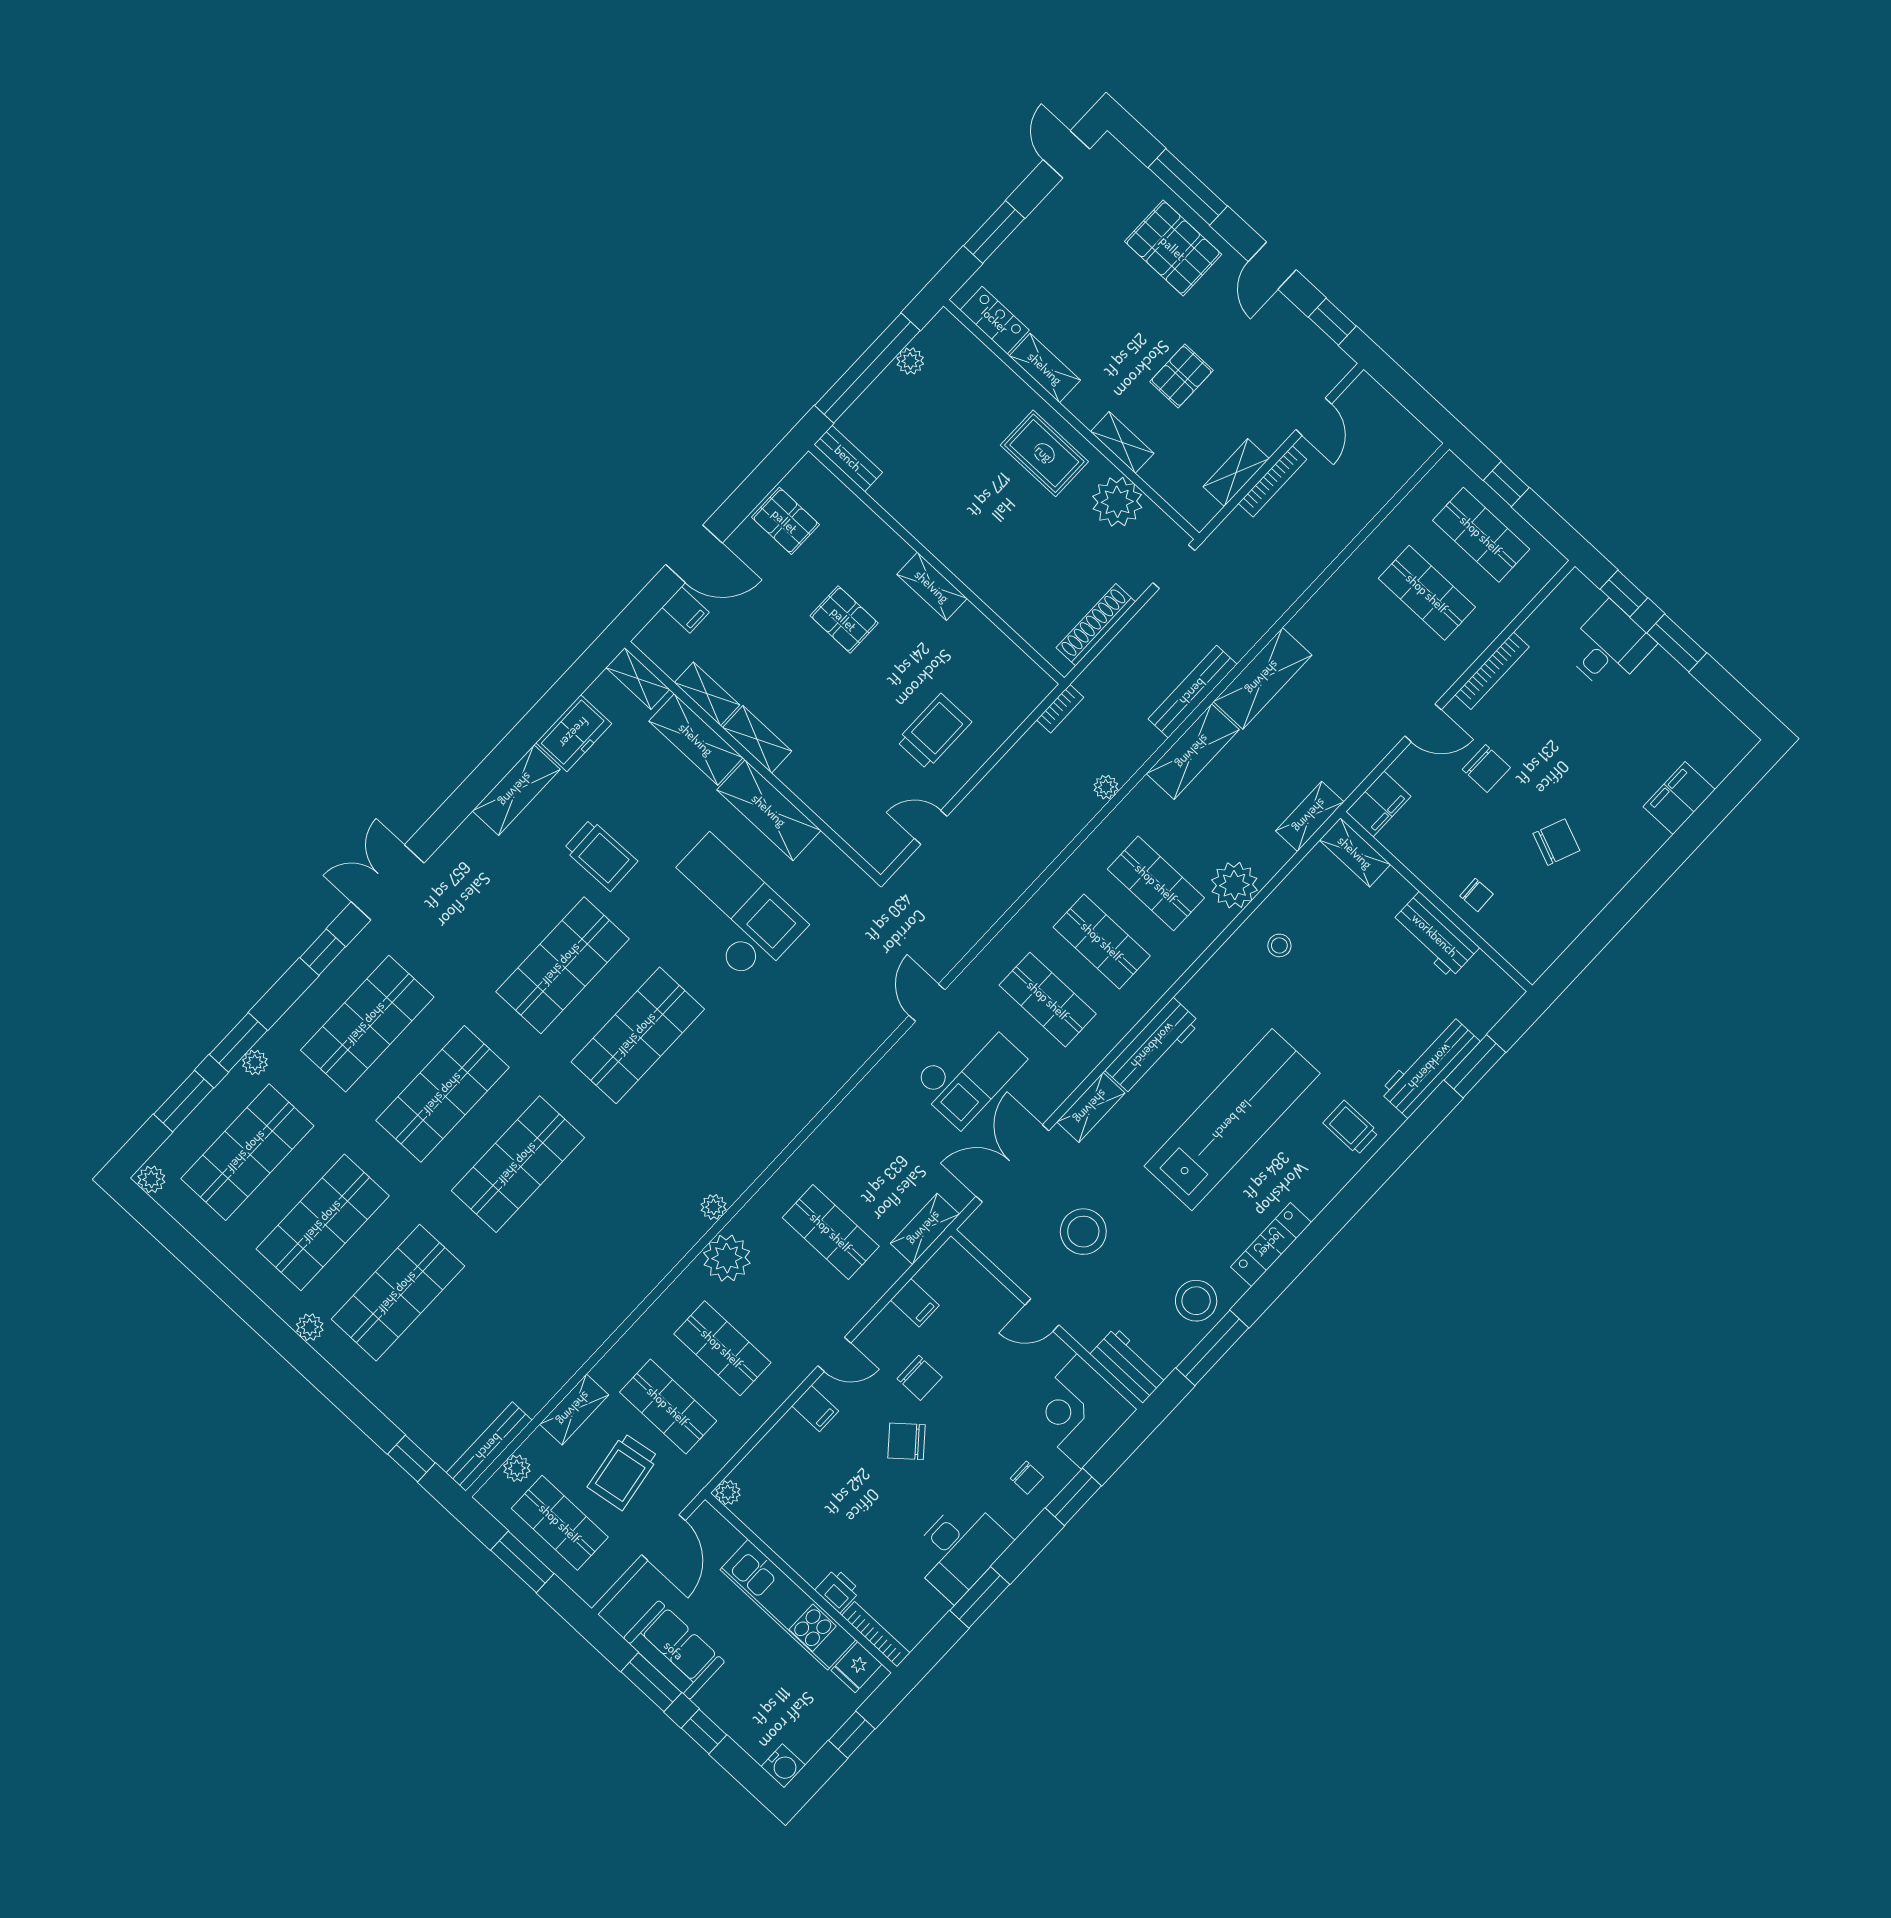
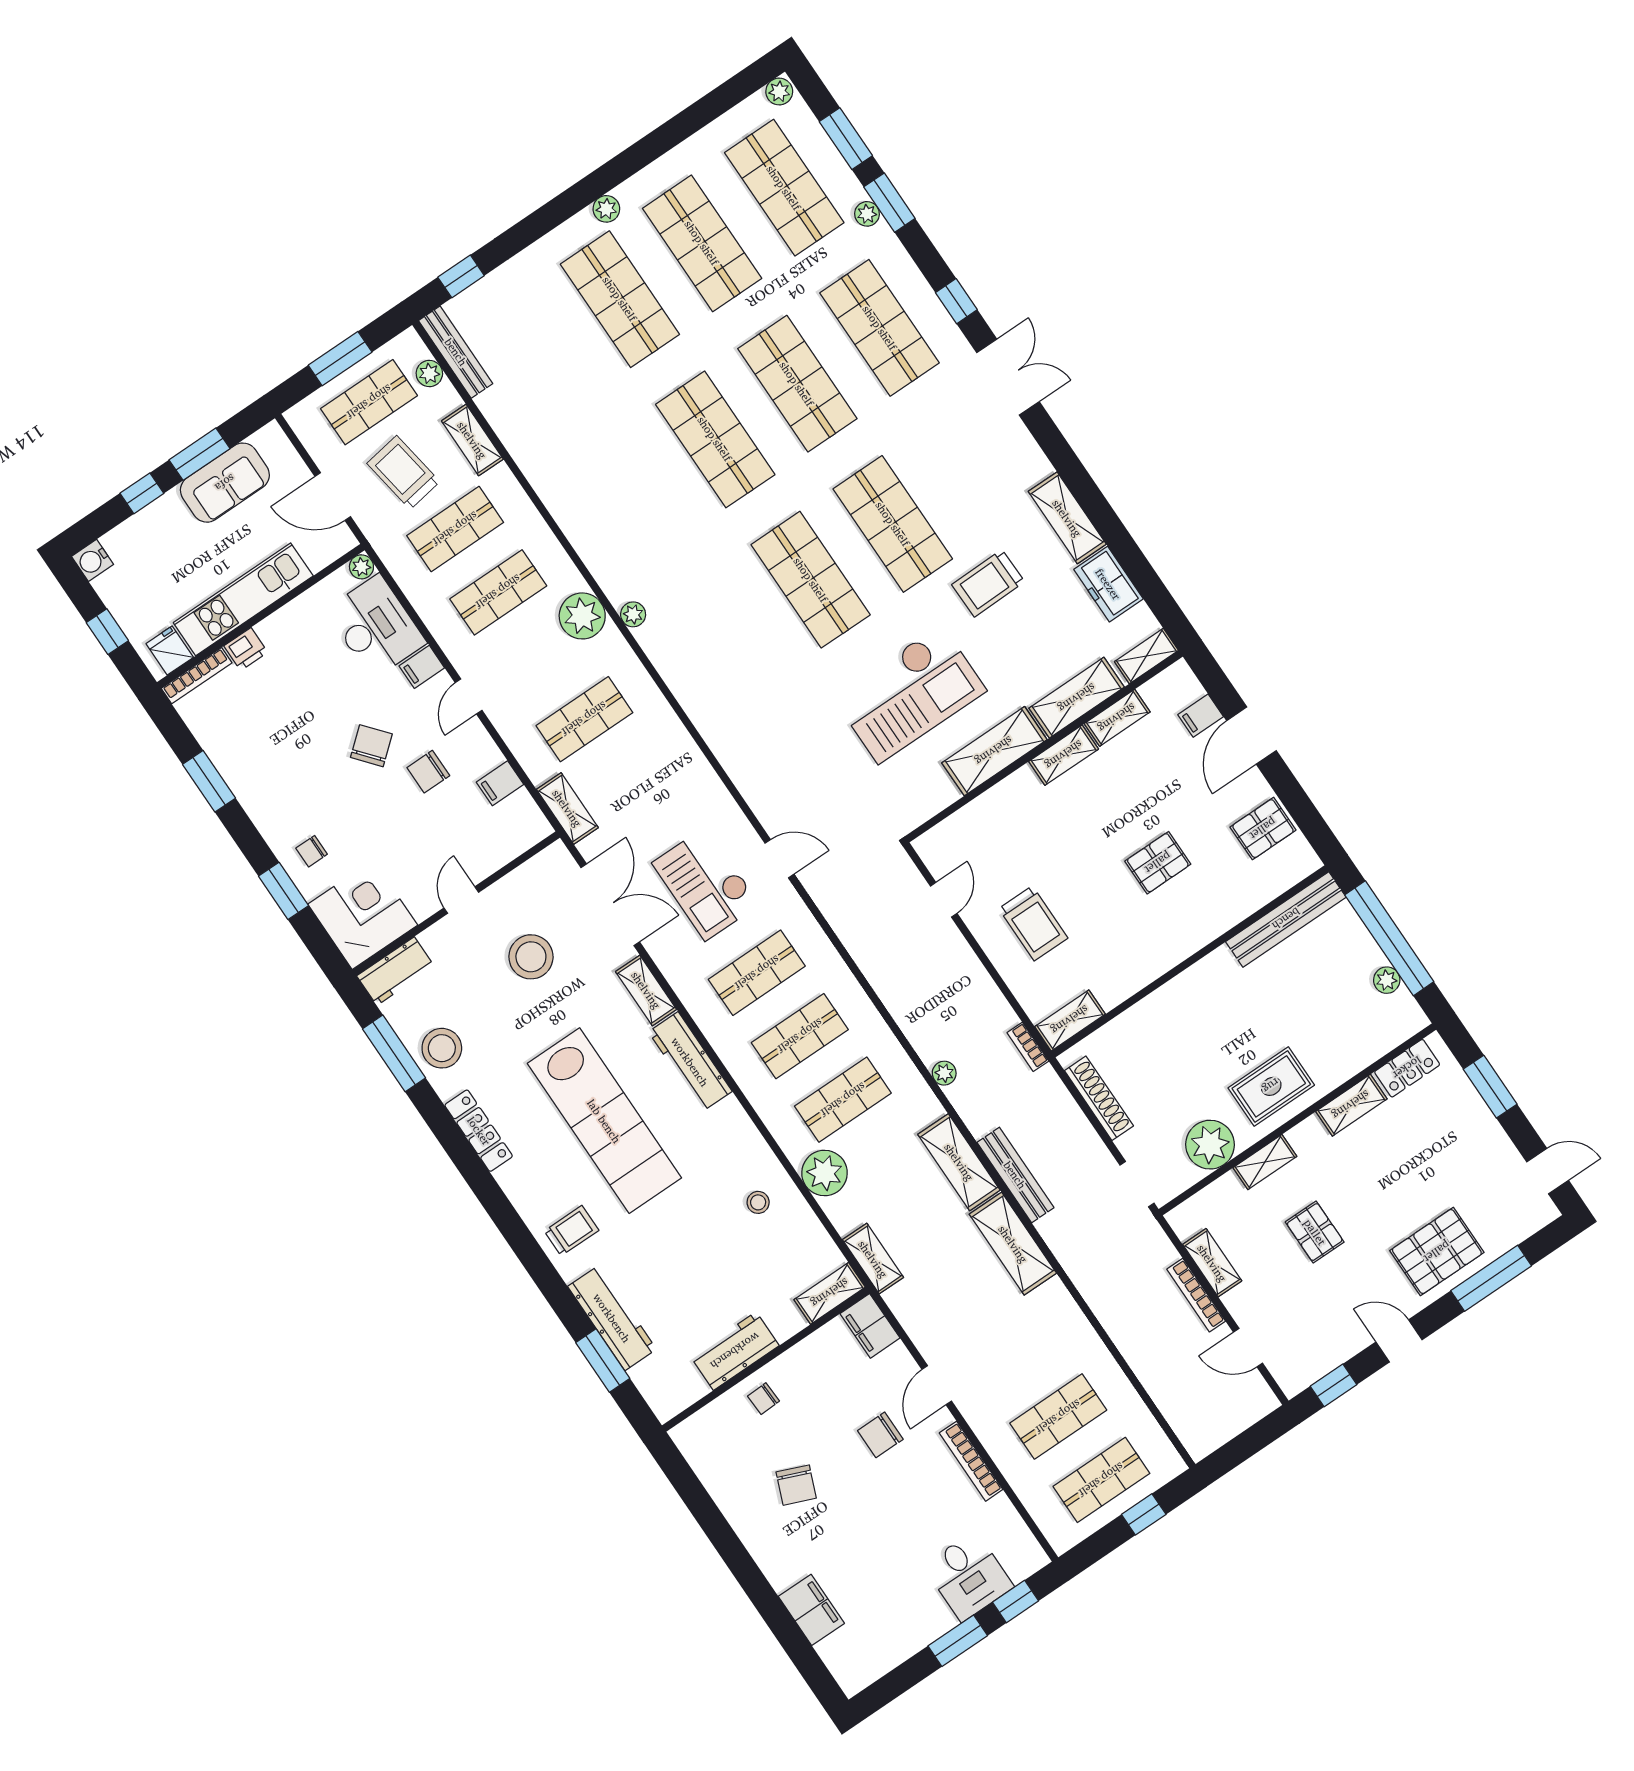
bench: (848, 458) -> (1286, 919), width x1.86, depth x1.21
shelving: (932, 586) -> (1070, 1020), moved
desk: (959, 1549) -> (376, 627), moved, turned 180

